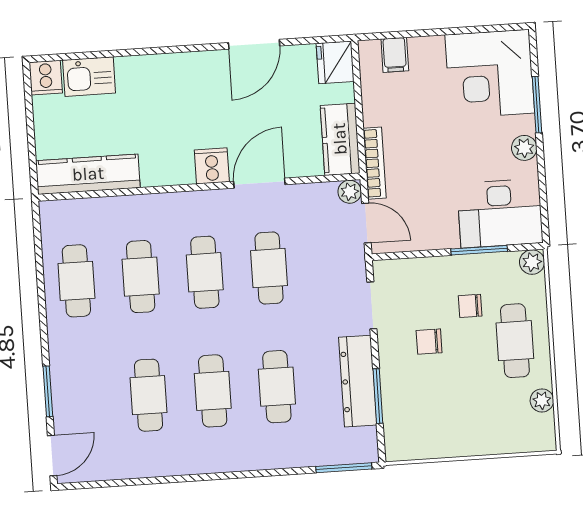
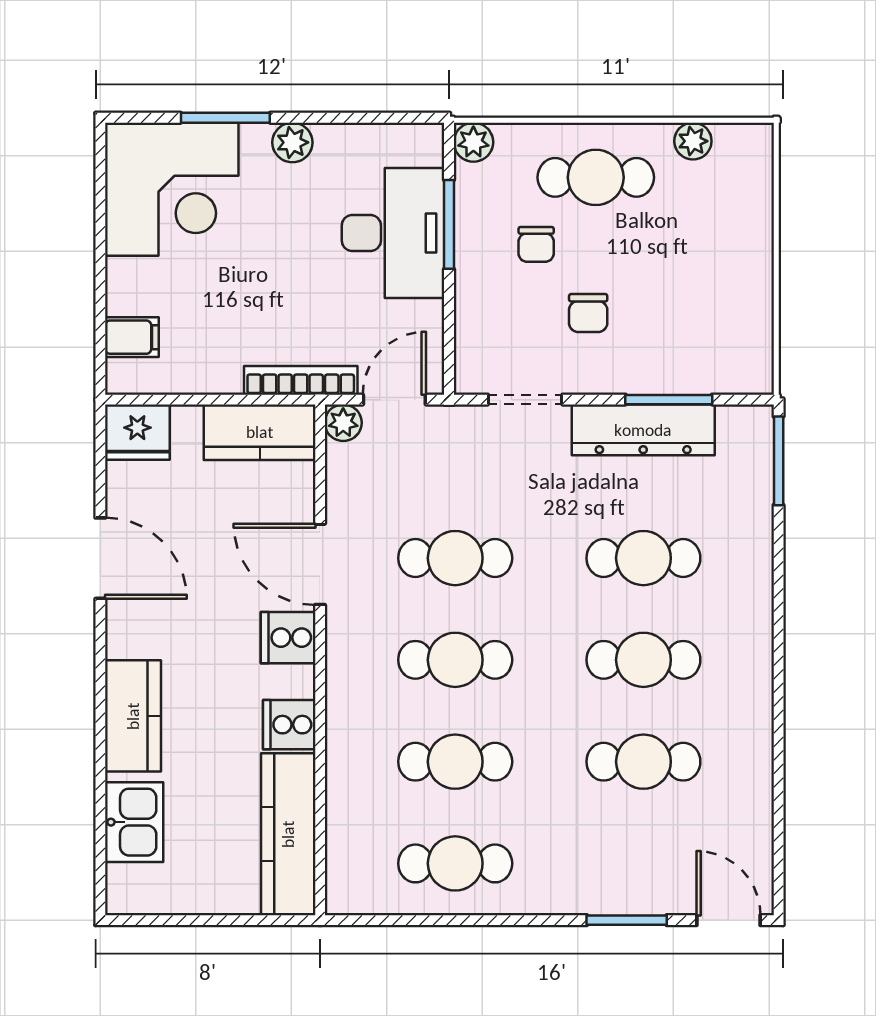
kitchen counter: (156, 71) -> (133, 716), added
cooker: (46, 78) -> (289, 725), moved, turned 180
desk: (500, 213) -> (393, 233), moved

